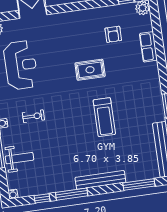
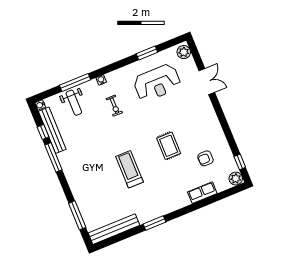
treadmill: (104, 117) -> (130, 169), turned 90
bench: (100, 180) -> (52, 130), moved

